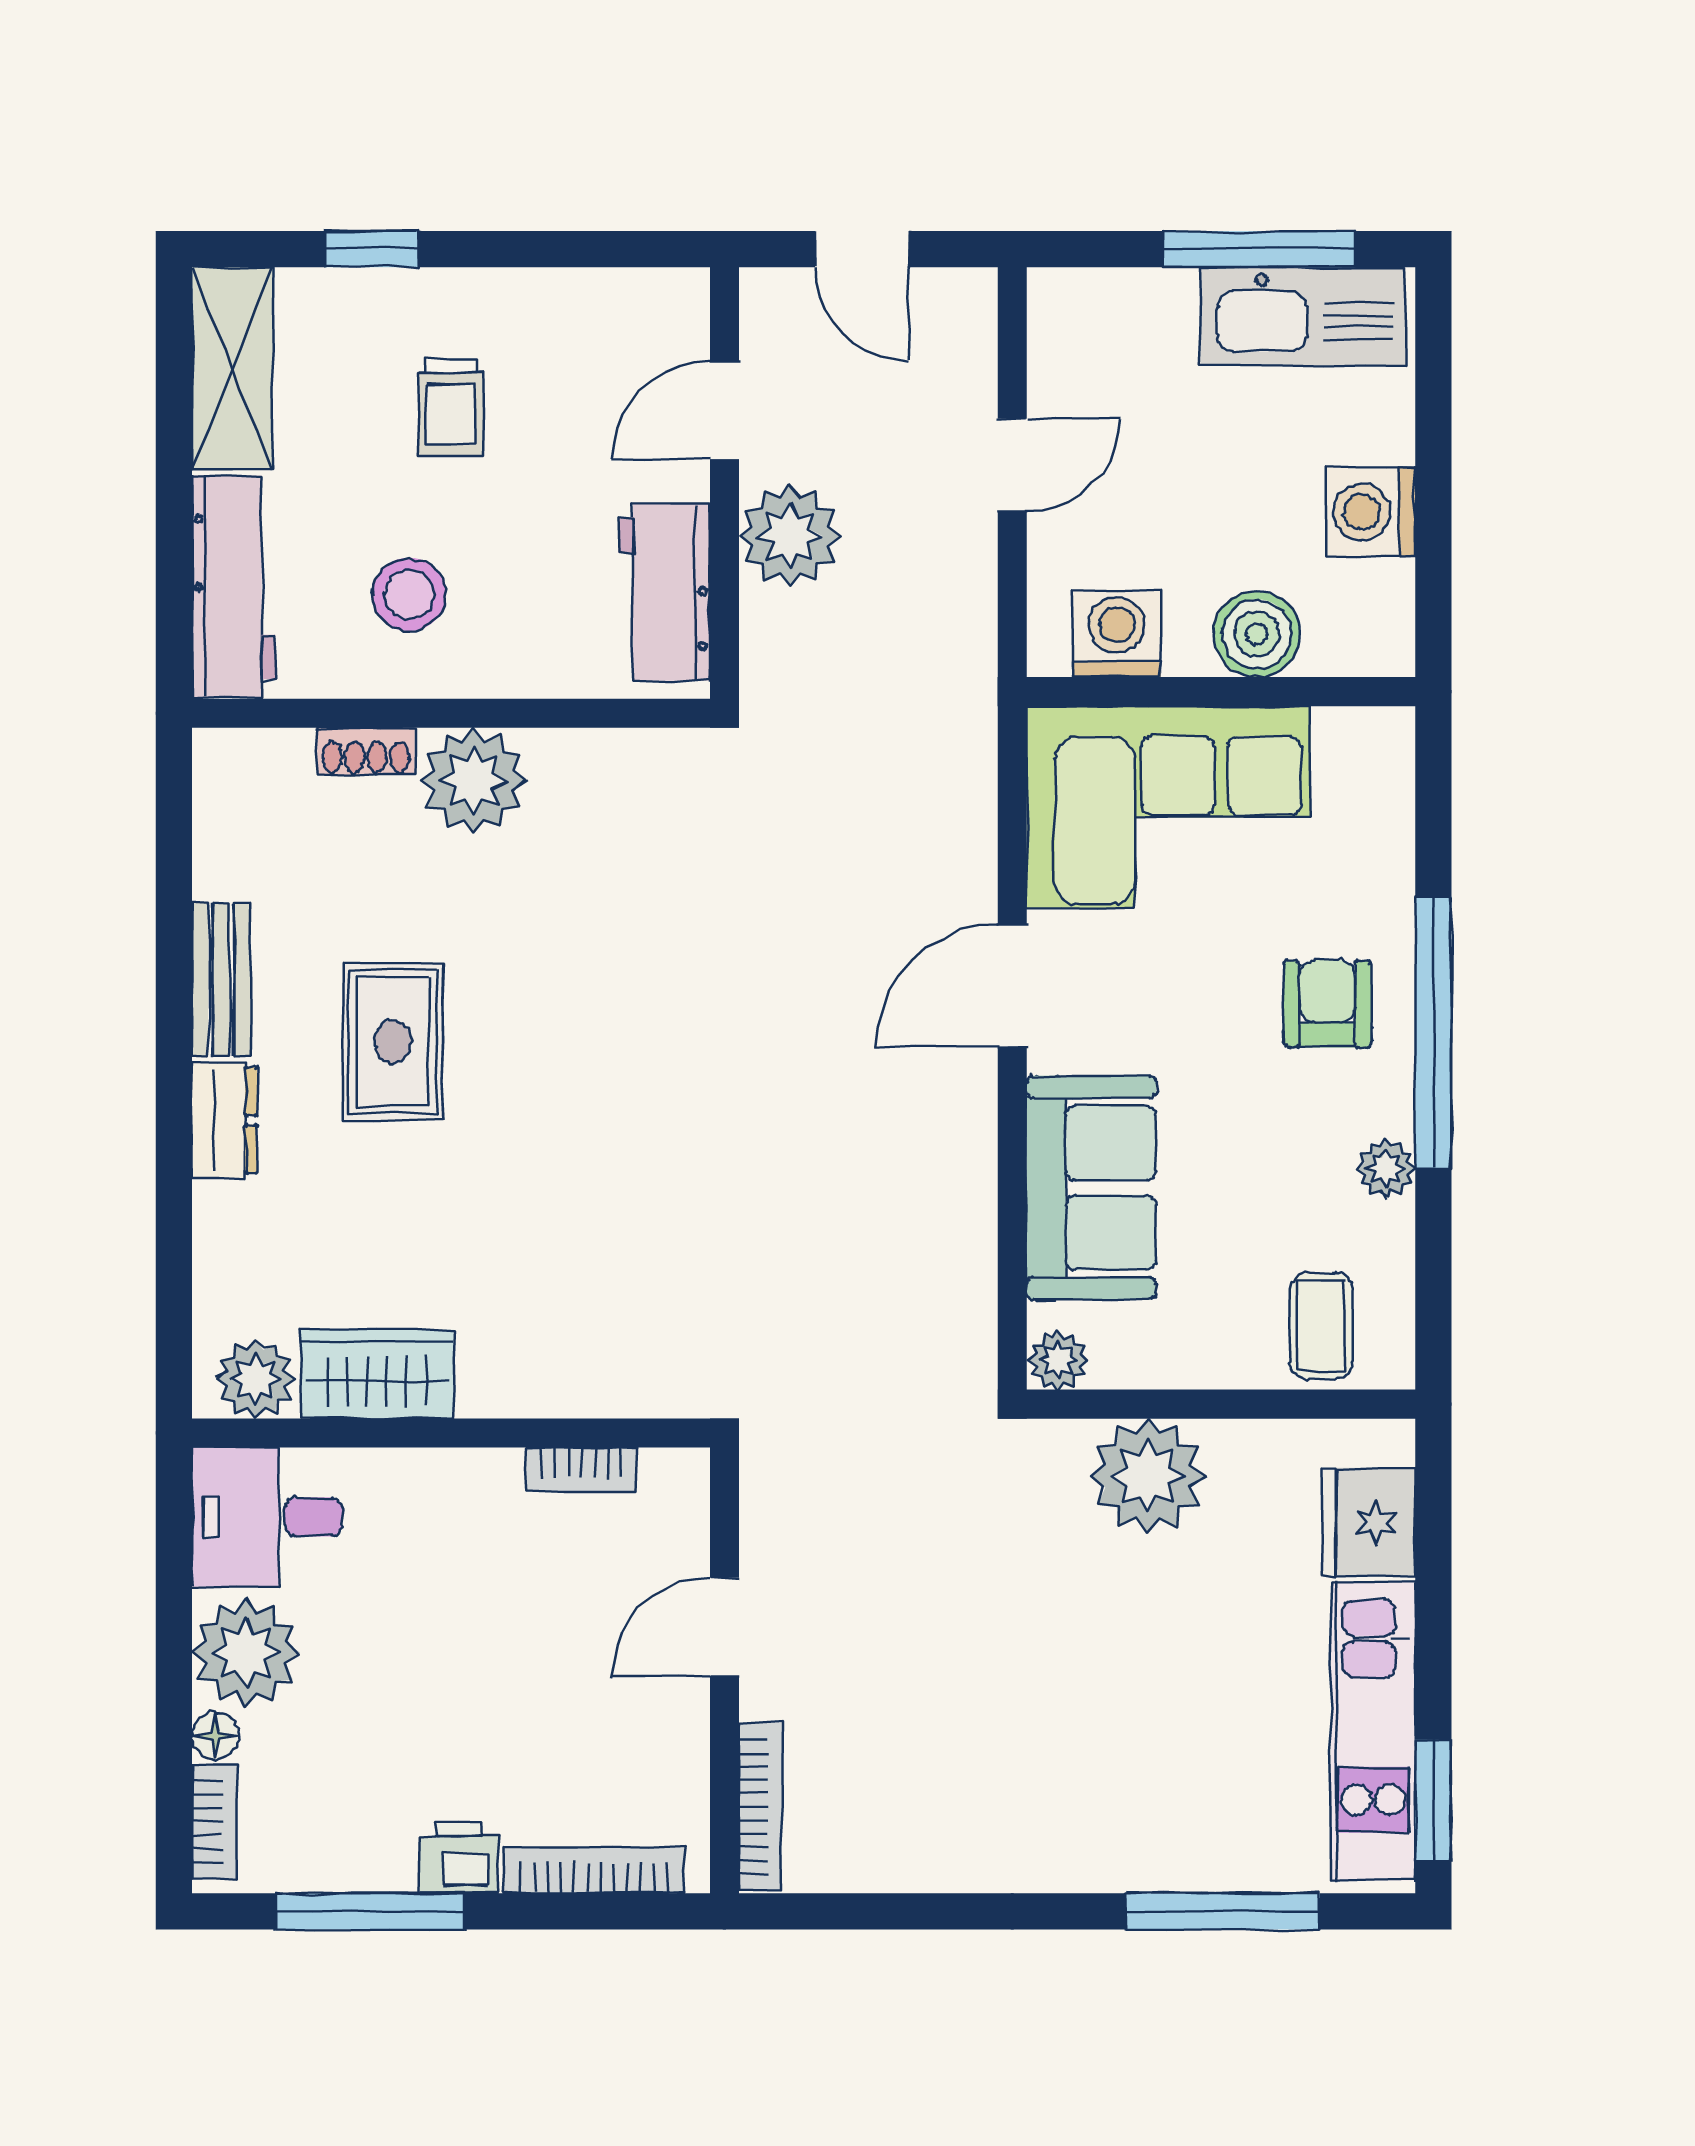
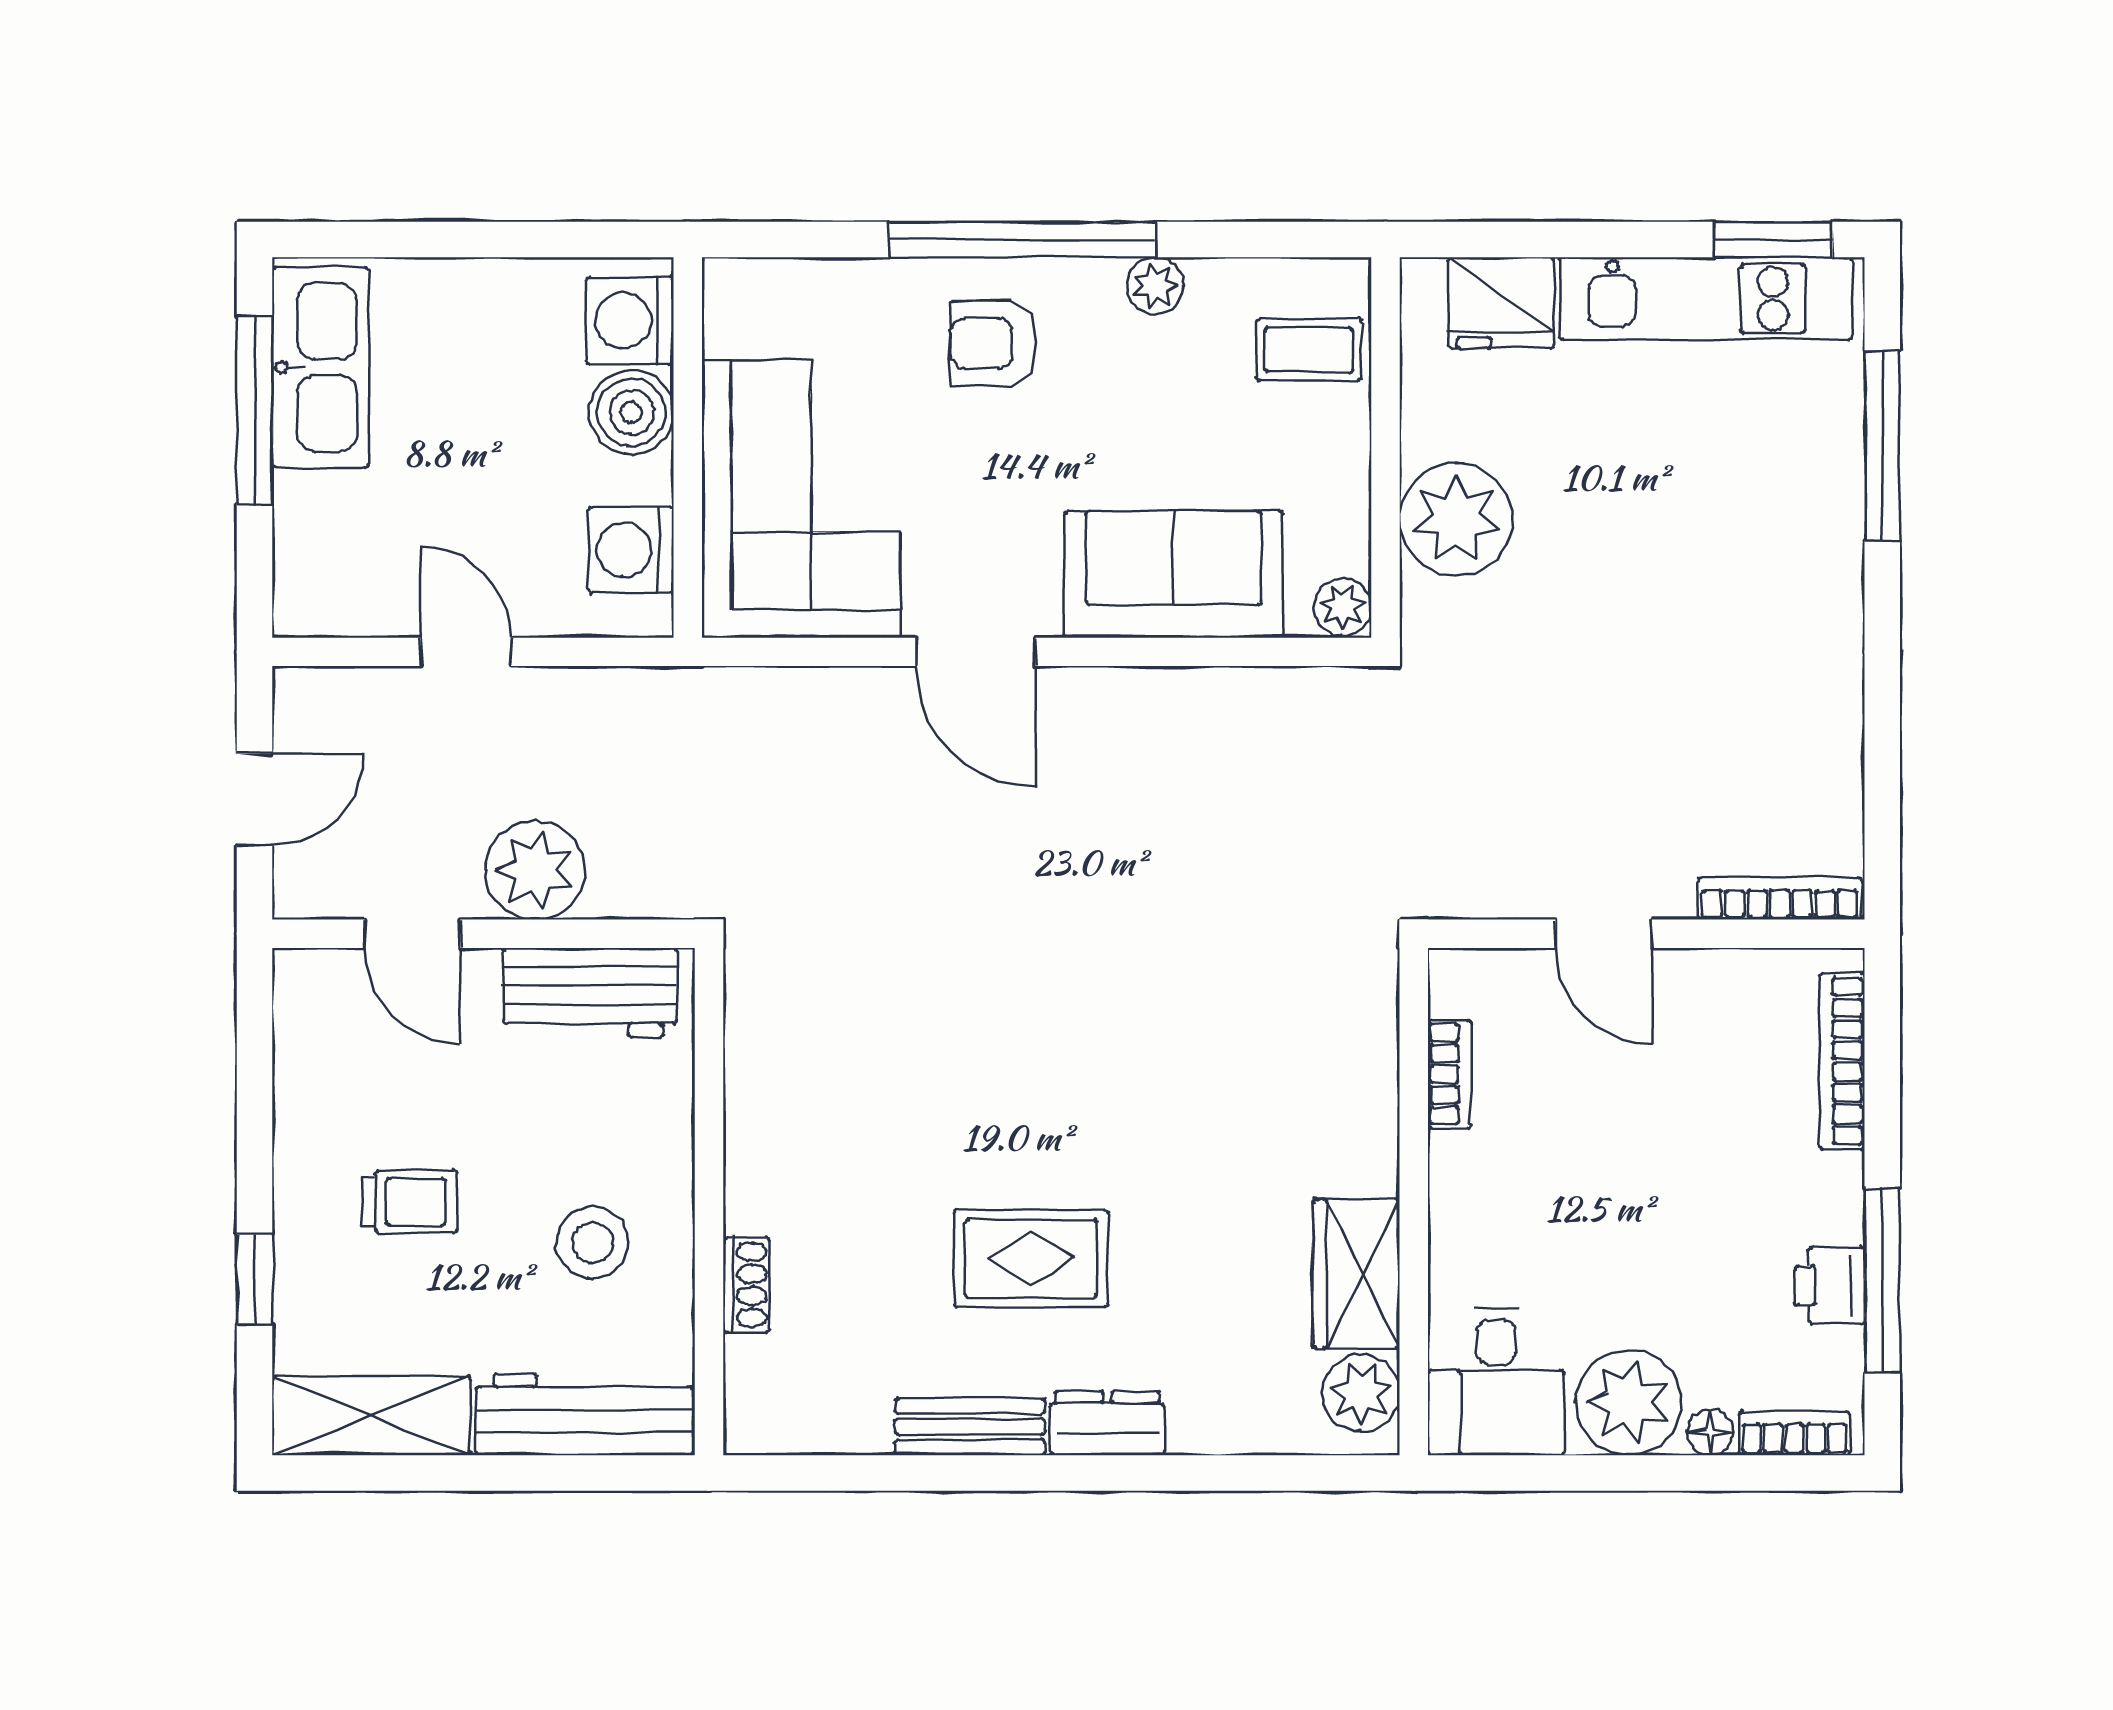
washing machine: (1371, 512) -> (630, 321), moved, turned 90
plant: (473, 781) -> (775, 1180), removed
printer: (459, 1858) -> (1830, 1286), moved

